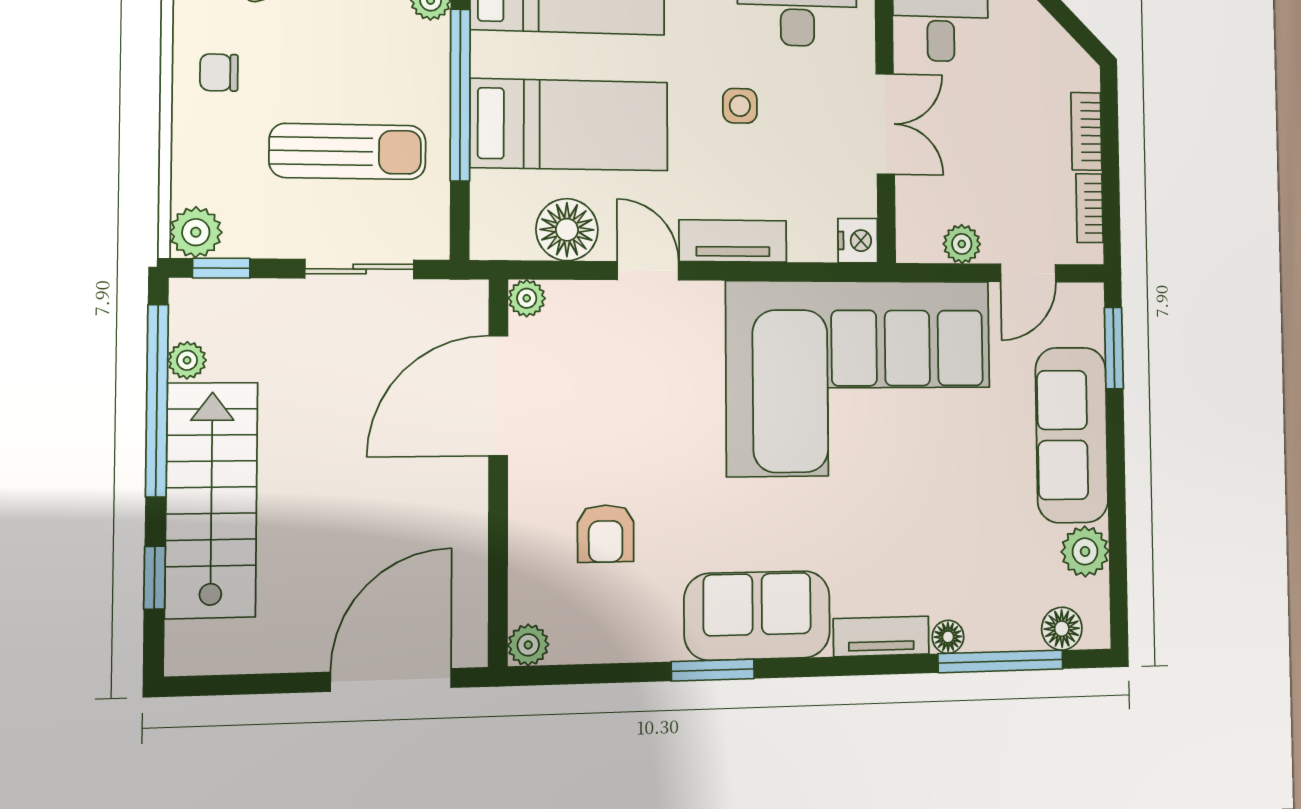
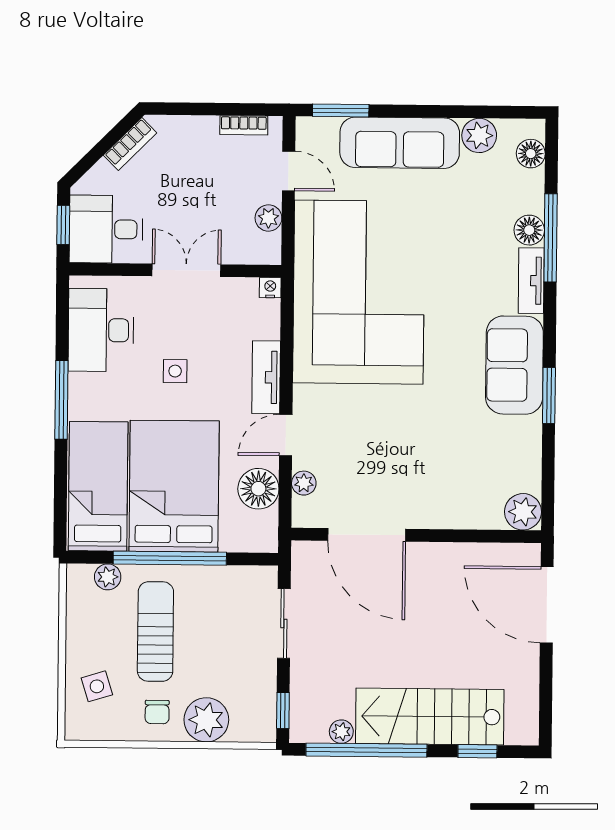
bed: (569, 125) -> (174, 486), width x1.50
bookcase: (1086, 131) -> (130, 144), moved, turned -45
sun lounger: (348, 151) -> (155, 632), moved
plant: (196, 232) -> (206, 720), moved, width x1.36, depth x1.36
nightstand: (858, 241) -> (270, 288), width x0.72, depth x0.74
plant: (527, 298) -> (304, 483), moved
armchair: (606, 533) -> (458, 465), removed
floor lamp: (948, 637) -> (529, 230), width x1.37, depth x1.37
plant: (528, 645) -> (523, 512), width x1.38, depth x1.38
window: (1001, 661) -> (551, 238), moved

